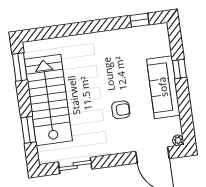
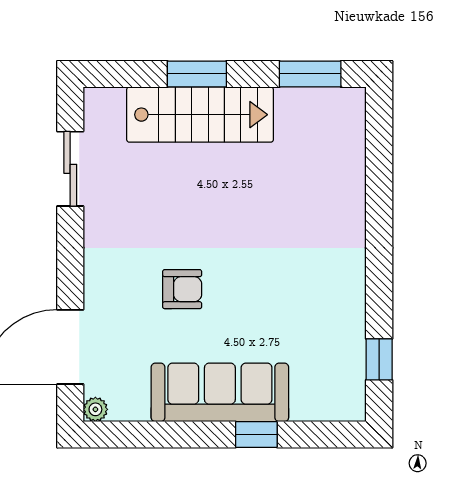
stairs: (48, 100) -> (200, 115), width x0.73, depth x0.66
armchair: (121, 110) -> (182, 289), turned -90
window: (28, 130) -> (197, 74), moved

